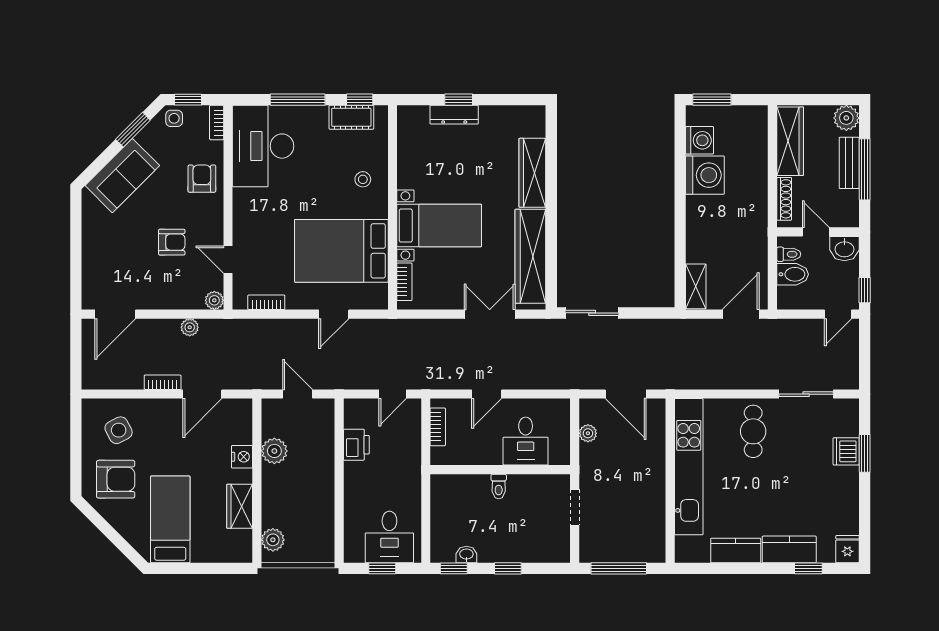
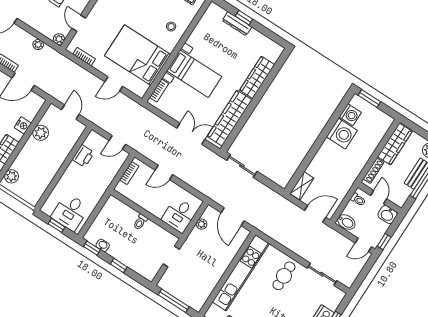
bidet: (793, 274) -> (346, 222), moved
desk: (526, 441) -> (179, 215), moved

